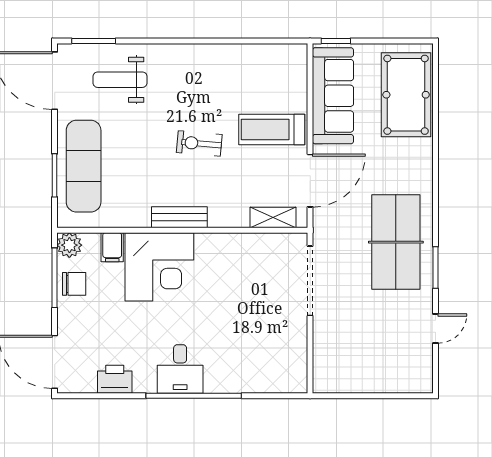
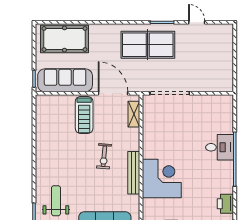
weight bench: (120, 80) -> (56, 201), turned 180
exercise bike: (199, 143) -> (104, 156), moved
bench: (179, 217) -> (134, 173), width x1.36
filing cabinet: (112, 247) -> (151, 205), removed
desk: (180, 369) -> (220, 147), moved

